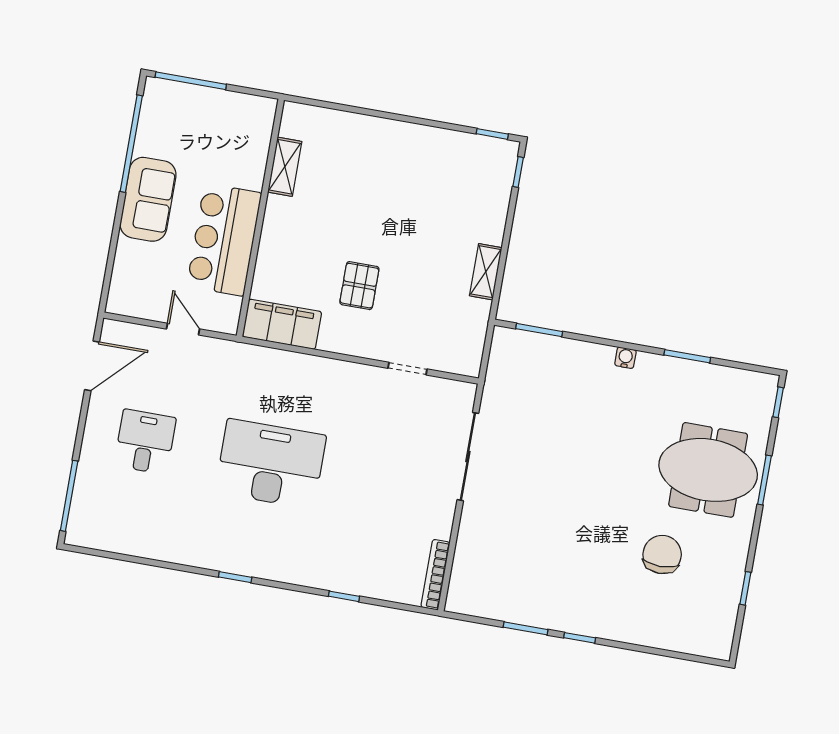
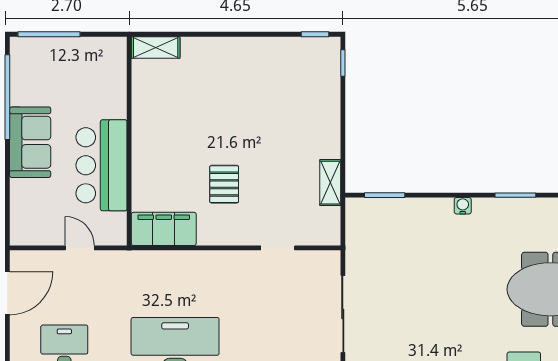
shelving: (285, 167) -> (156, 47), moved, turned 90
shelving: (486, 272) -> (330, 183), moved

